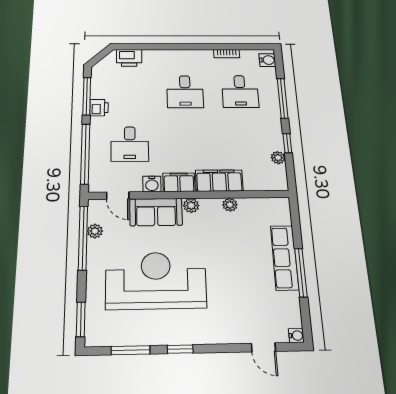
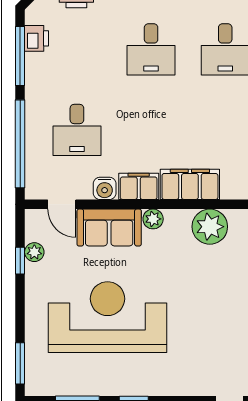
printer: (99, 108) -> (37, 38), moved
plant: (230, 205) -> (210, 227), width x1.87, depth x1.87
window: (83, 238) -> (20, 261), width x0.32

